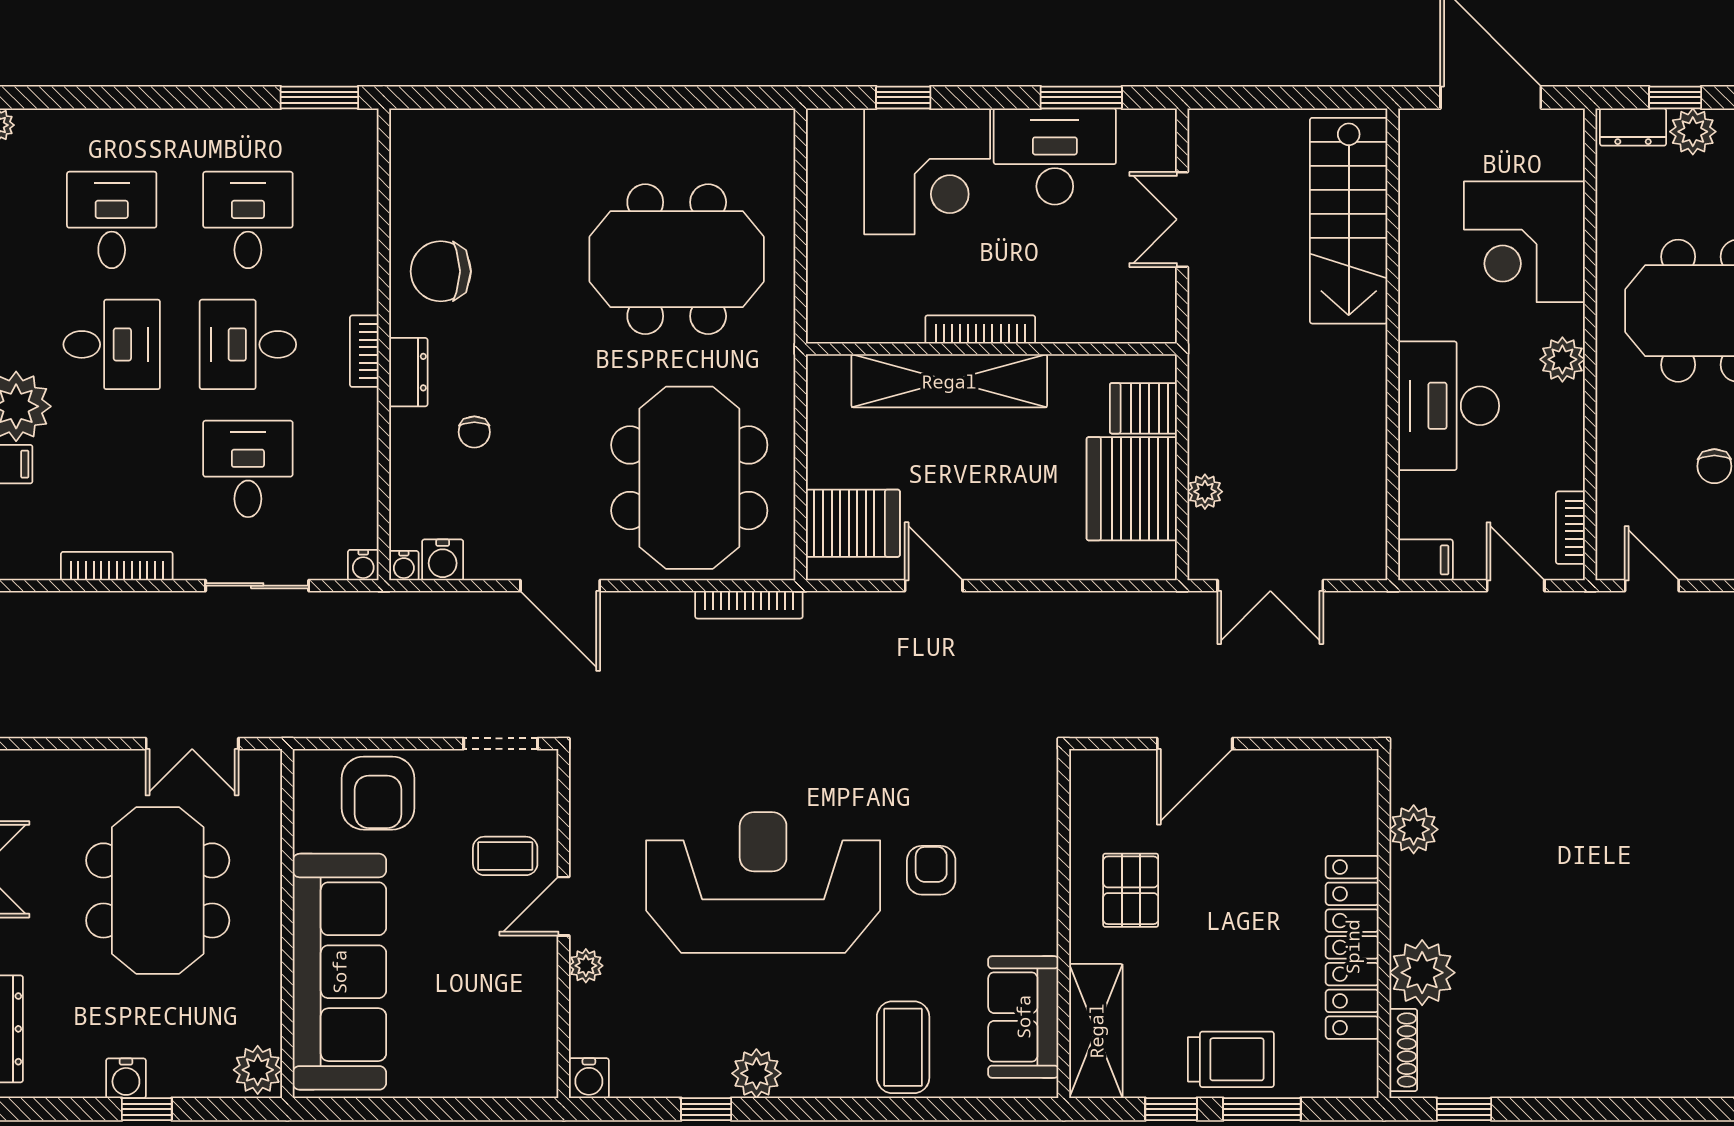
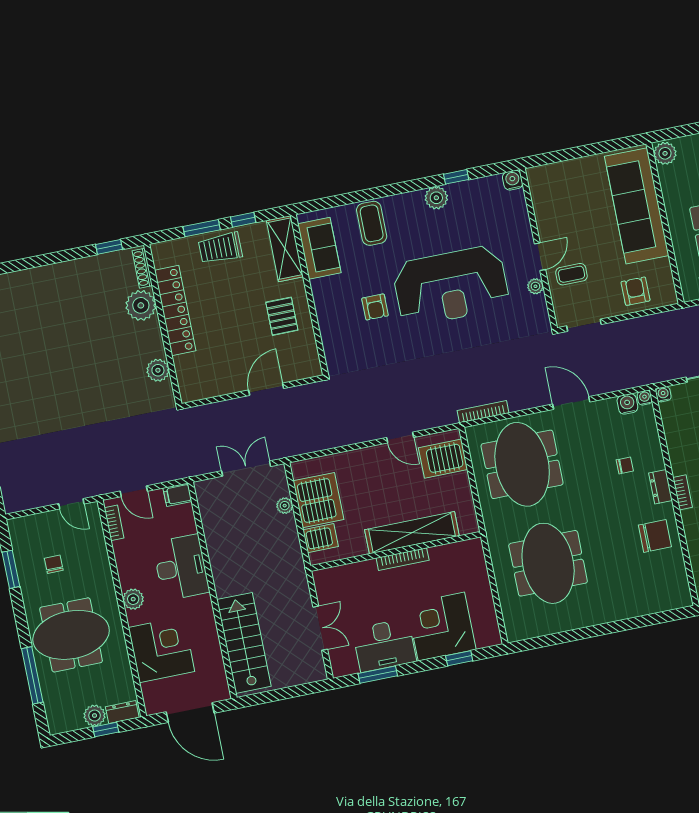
meeting table: (677, 259) -> (548, 563), turned 90
chair: (474, 432) -> (625, 465), turned 90
armchair: (378, 793) -> (636, 291), width x0.72, depth x0.72
plant: (586, 966) -> (535, 286), moved

